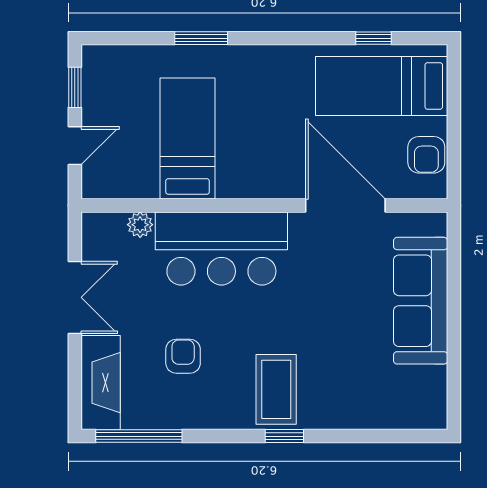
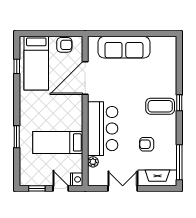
nightstand: (97, 185) -> (77, 179), added

